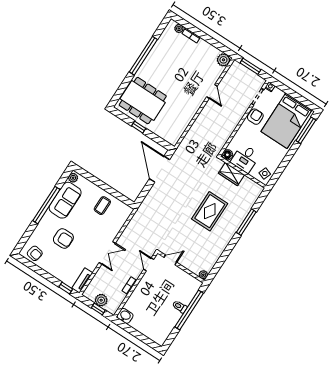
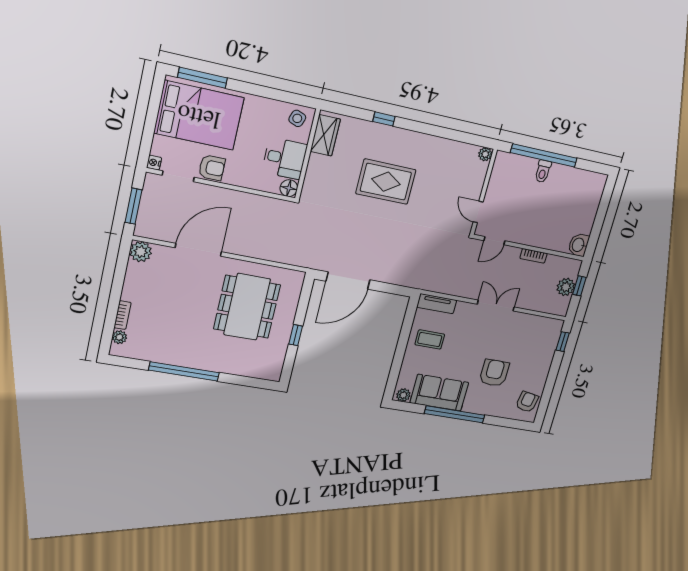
door: (212, 92) -> (198, 250), width x1.88
dining table: (143, 101) -> (247, 307), moved
armchair: (255, 117) -> (212, 168), turned 180
wardrobe: (231, 174) -> (325, 135), moved
window: (246, 222) -> (384, 119), width x0.46
tv unit: (82, 281) -> (437, 304), moved

